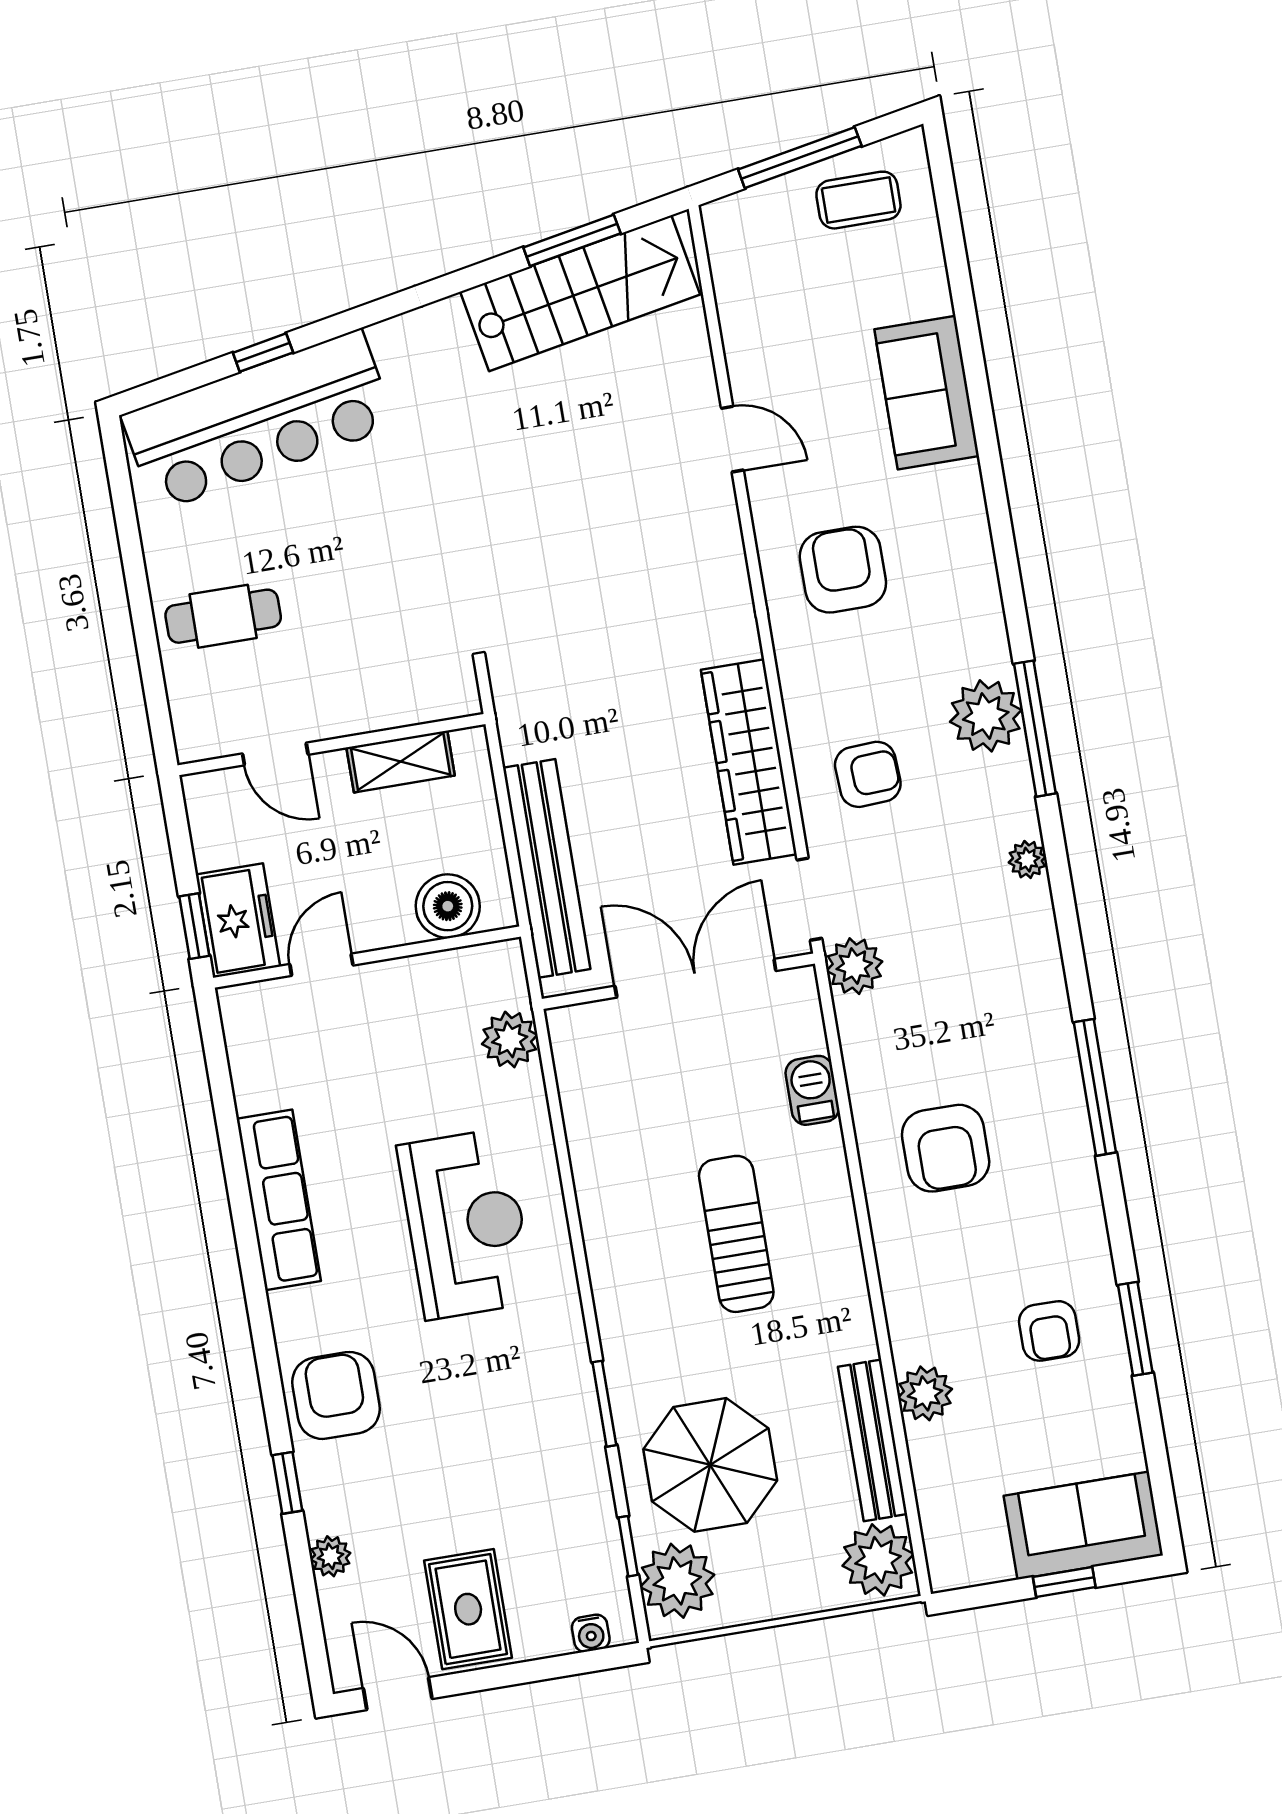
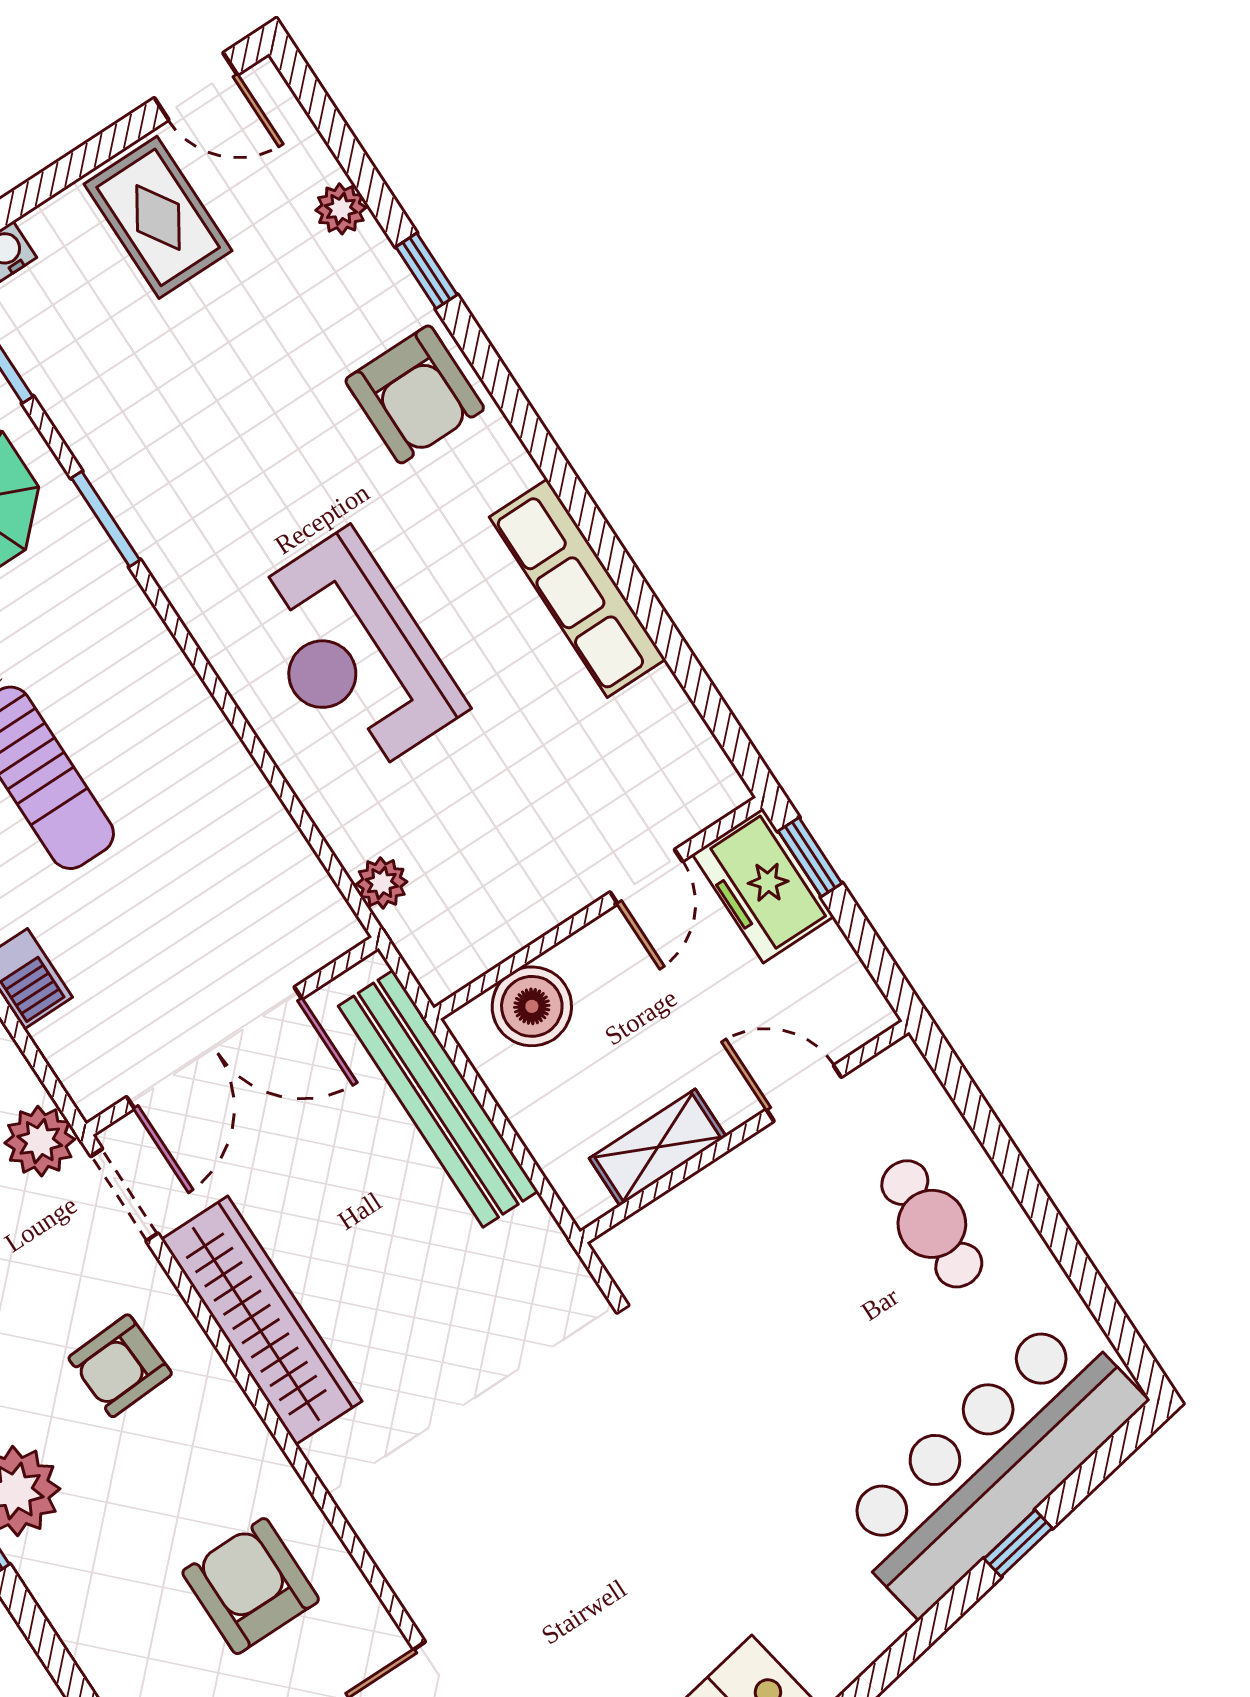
armchair: (843, 570) -> (251, 1586), turned 180
cafe table: (223, 616) -> (932, 1224), turned 90
plant: (510, 1039) -> (382, 883), width x0.73, depth x0.73

